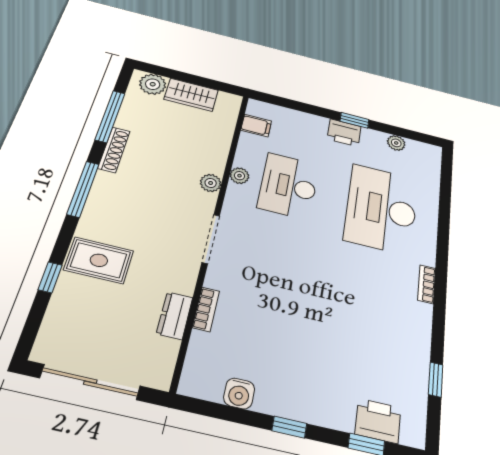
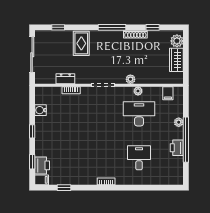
window: (110, 116) -> (153, 27), width x0.46
window: (354, 120) -> (186, 140), width x3.17
printer: (344, 133) -> (177, 148), moved
plant: (396, 143) -> (179, 122), moved
desk: (381, 209) -> (139, 158), width x0.53, depth x0.77
window: (50, 277) -> (58, 27), moved
filing cabinet: (414, 430) -> (42, 180), added

